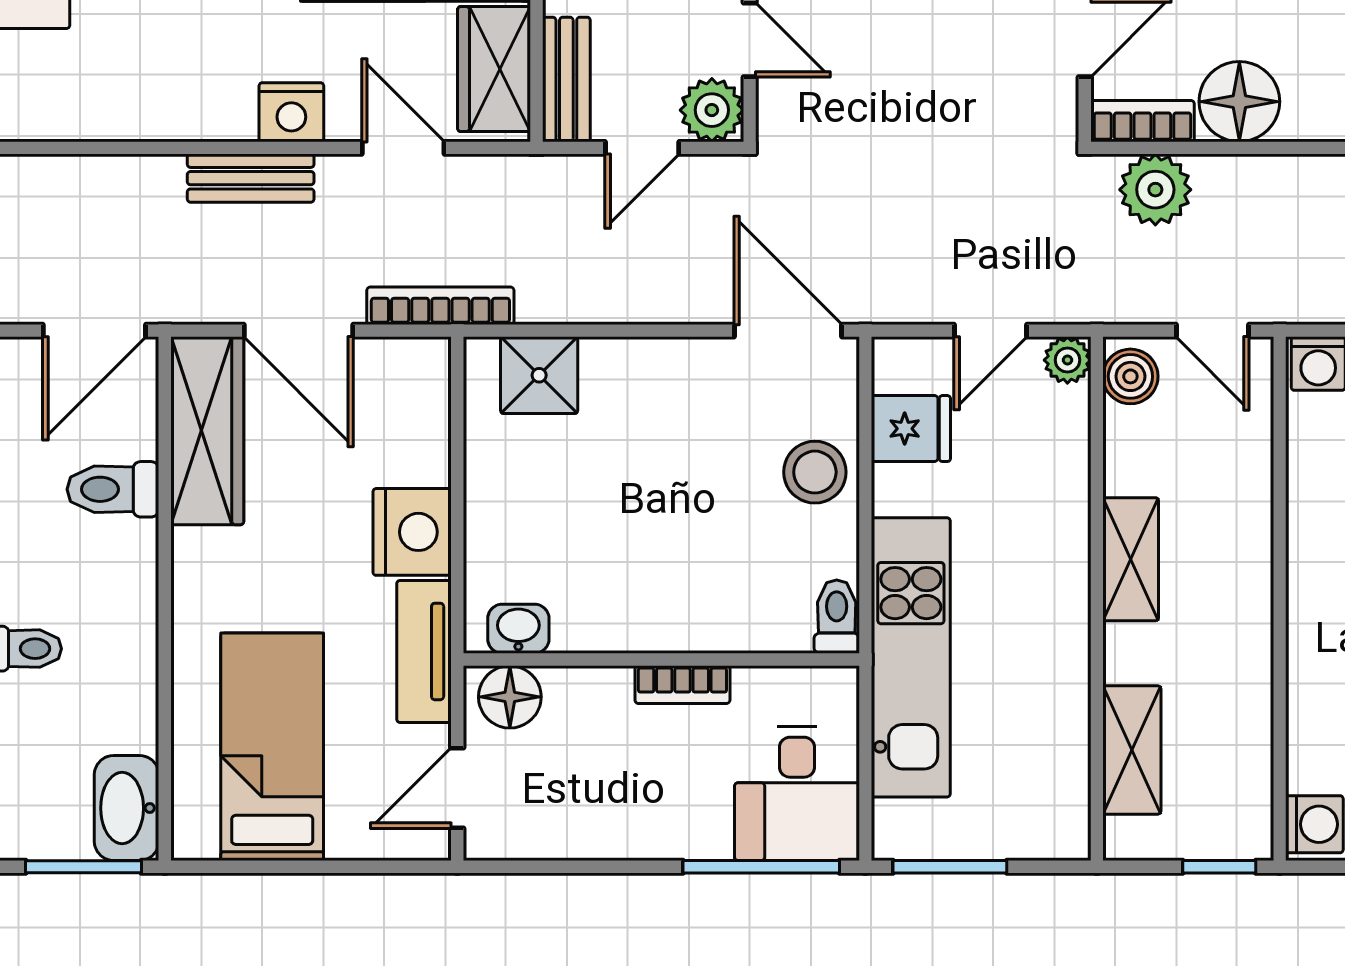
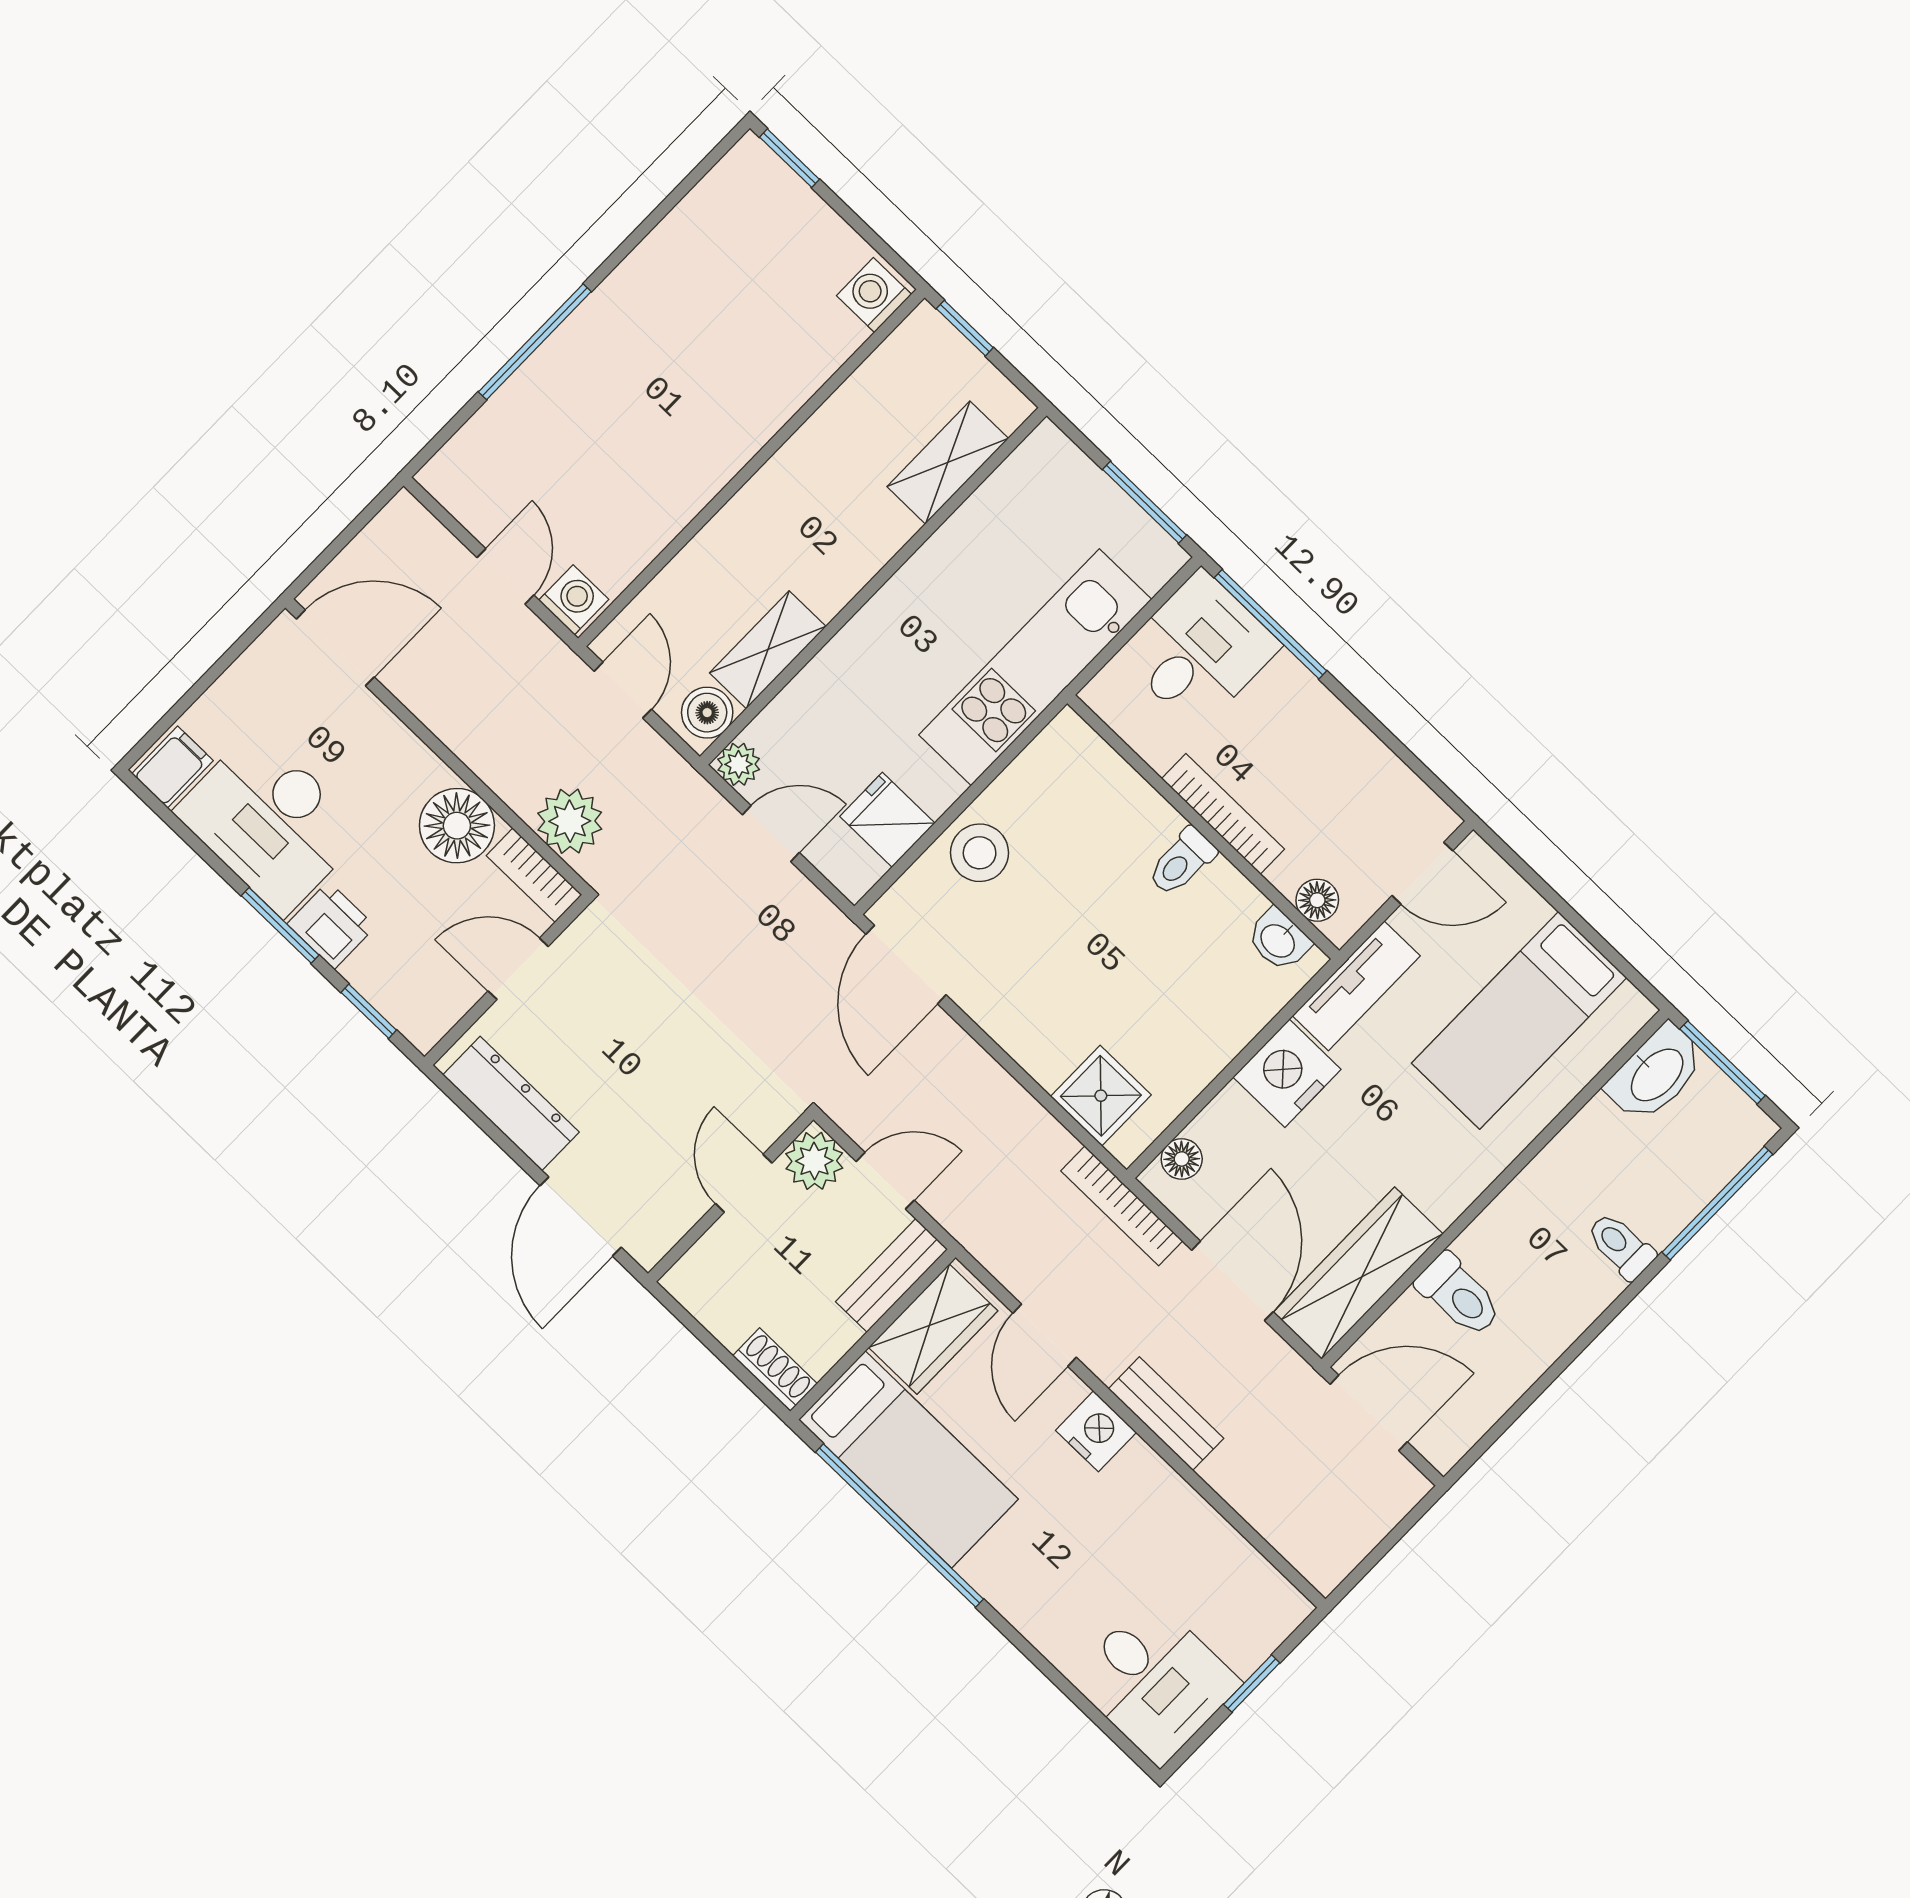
floor lamp: (429, 387) -> (1182, 1159), added
shelving: (1131, 559) -> (768, 650), moved
toilet: (837, 617) -> (1182, 862), moved
bookcase: (682, 685) -> (1223, 814), width x1.56
floor lamp: (510, 697) -> (1317, 900), width x0.73, depth x0.73

